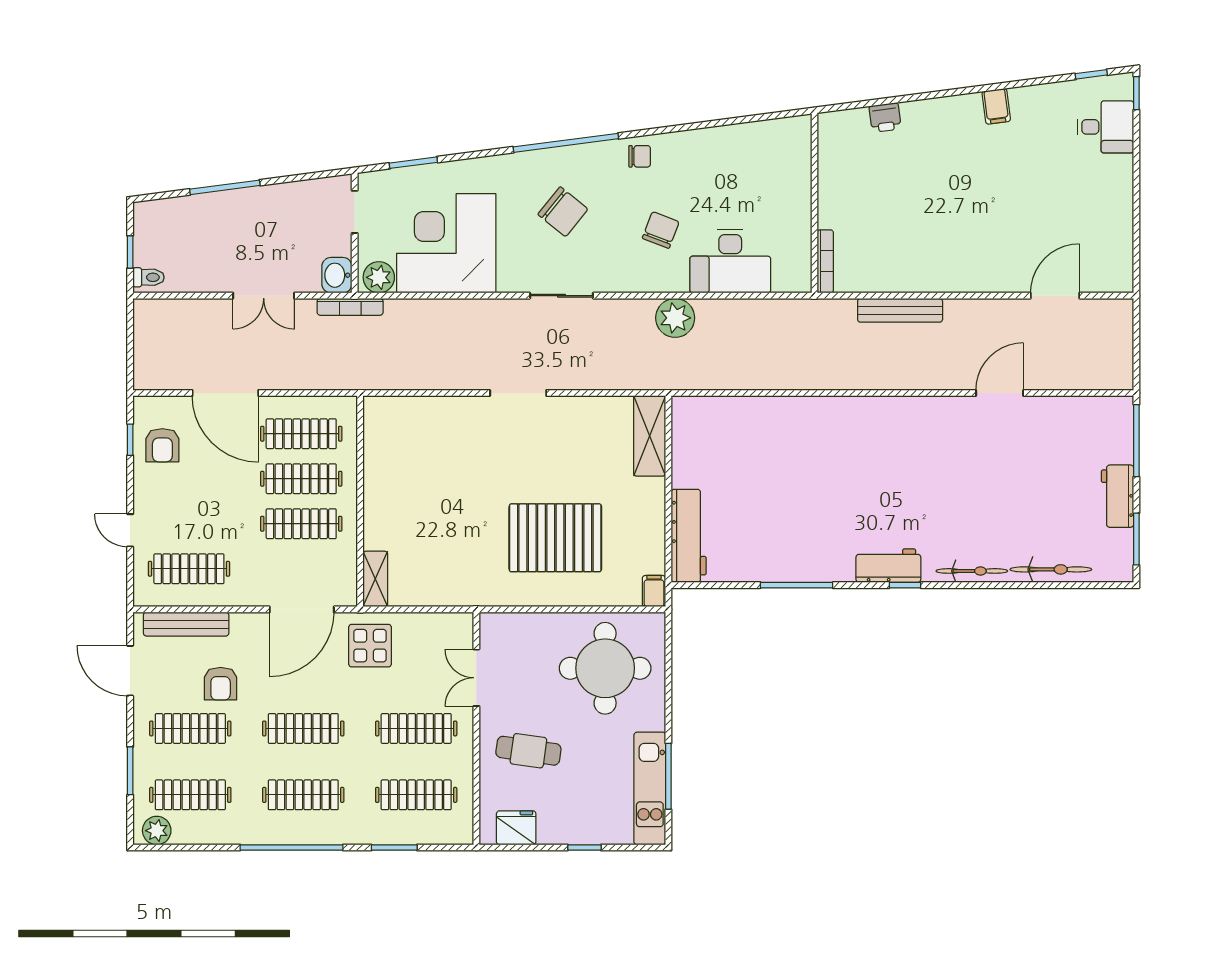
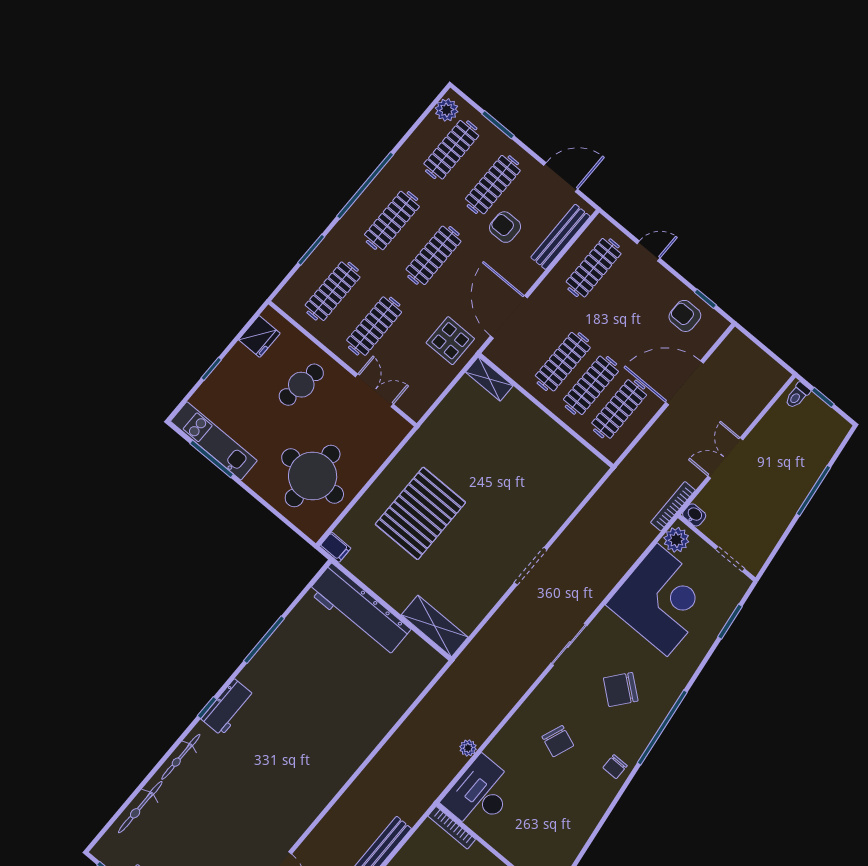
desk: (730, 261) -> (480, 794), moved
washbasin: (337, 275) -> (694, 515), width x0.72, depth x0.69
plant: (675, 318) -> (468, 748), moved, width x0.53, depth x0.53
workbench: (689, 536) -> (359, 610), width x1.36, depth x1.32

